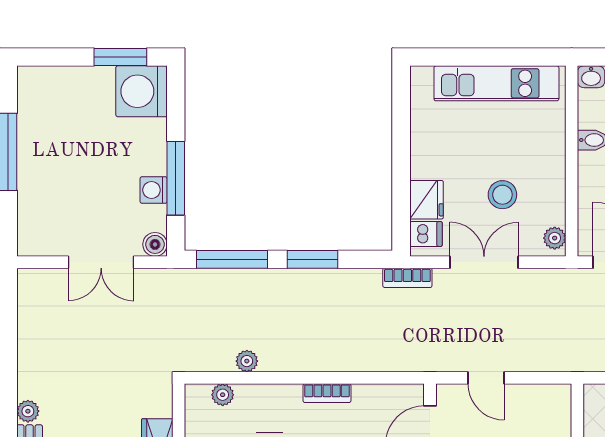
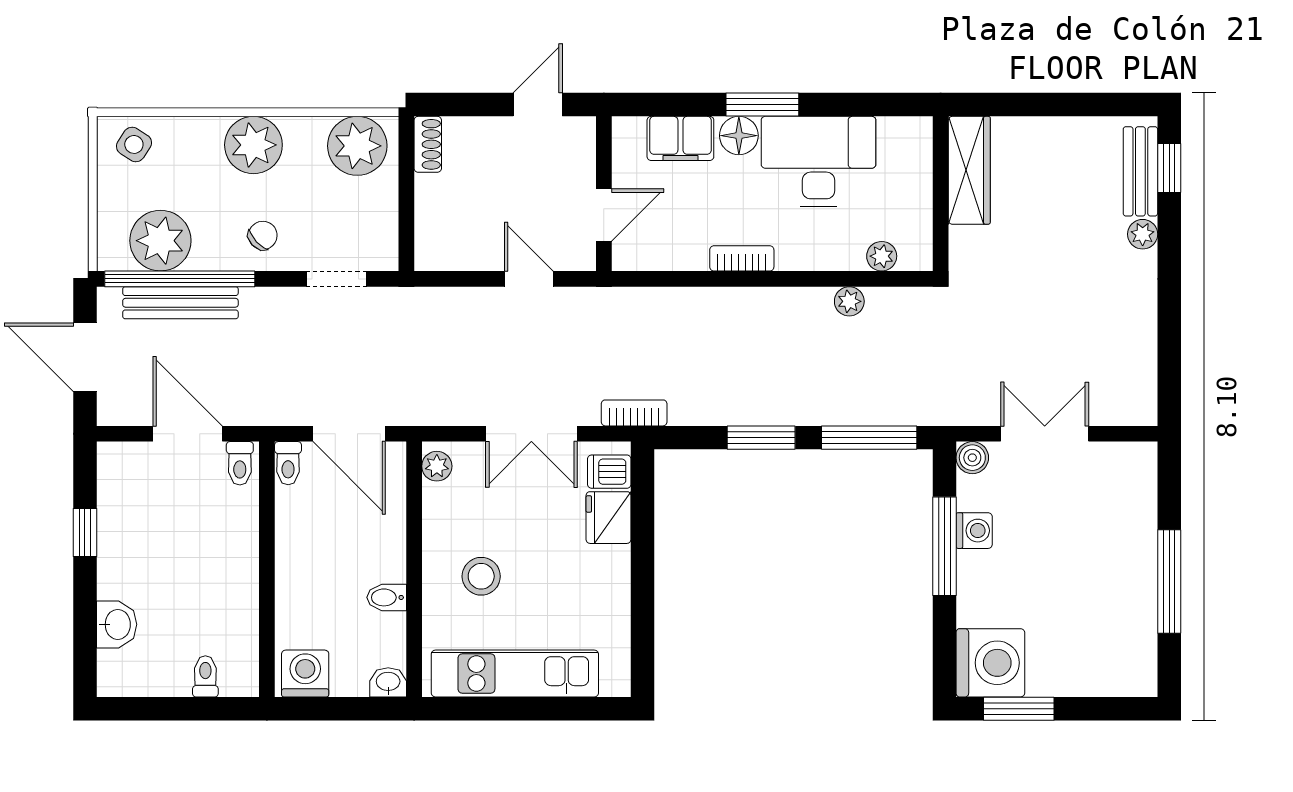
stool: (502, 195) -> (481, 576), moved

